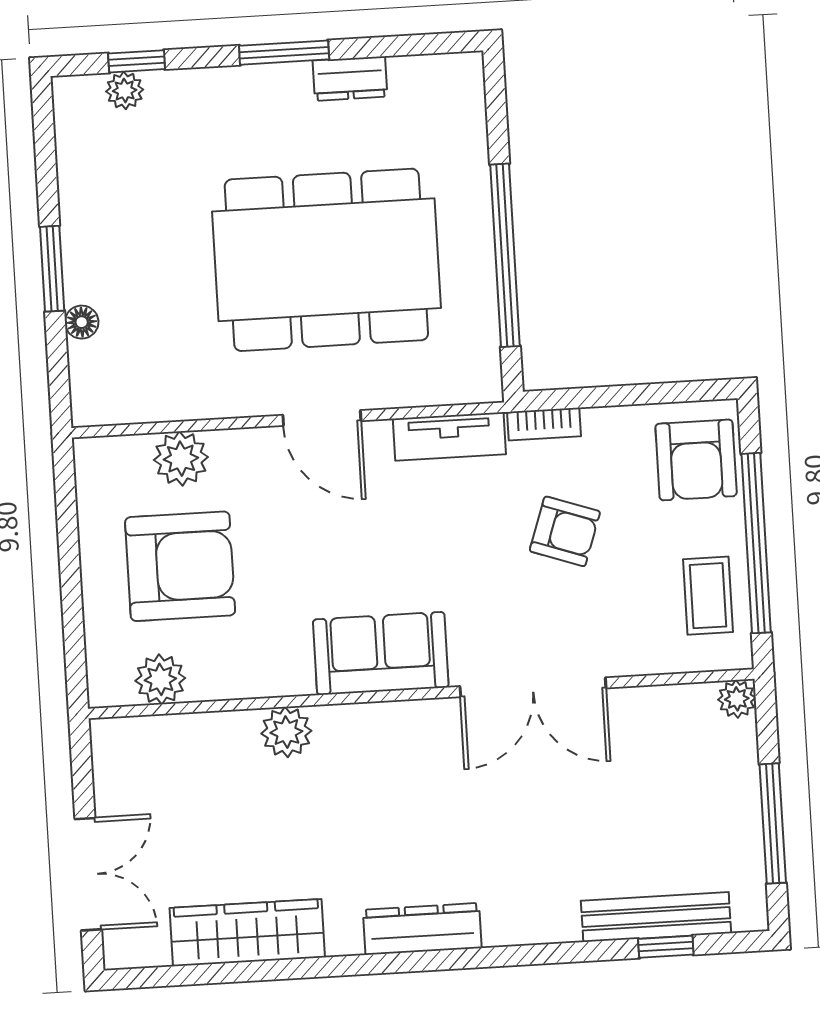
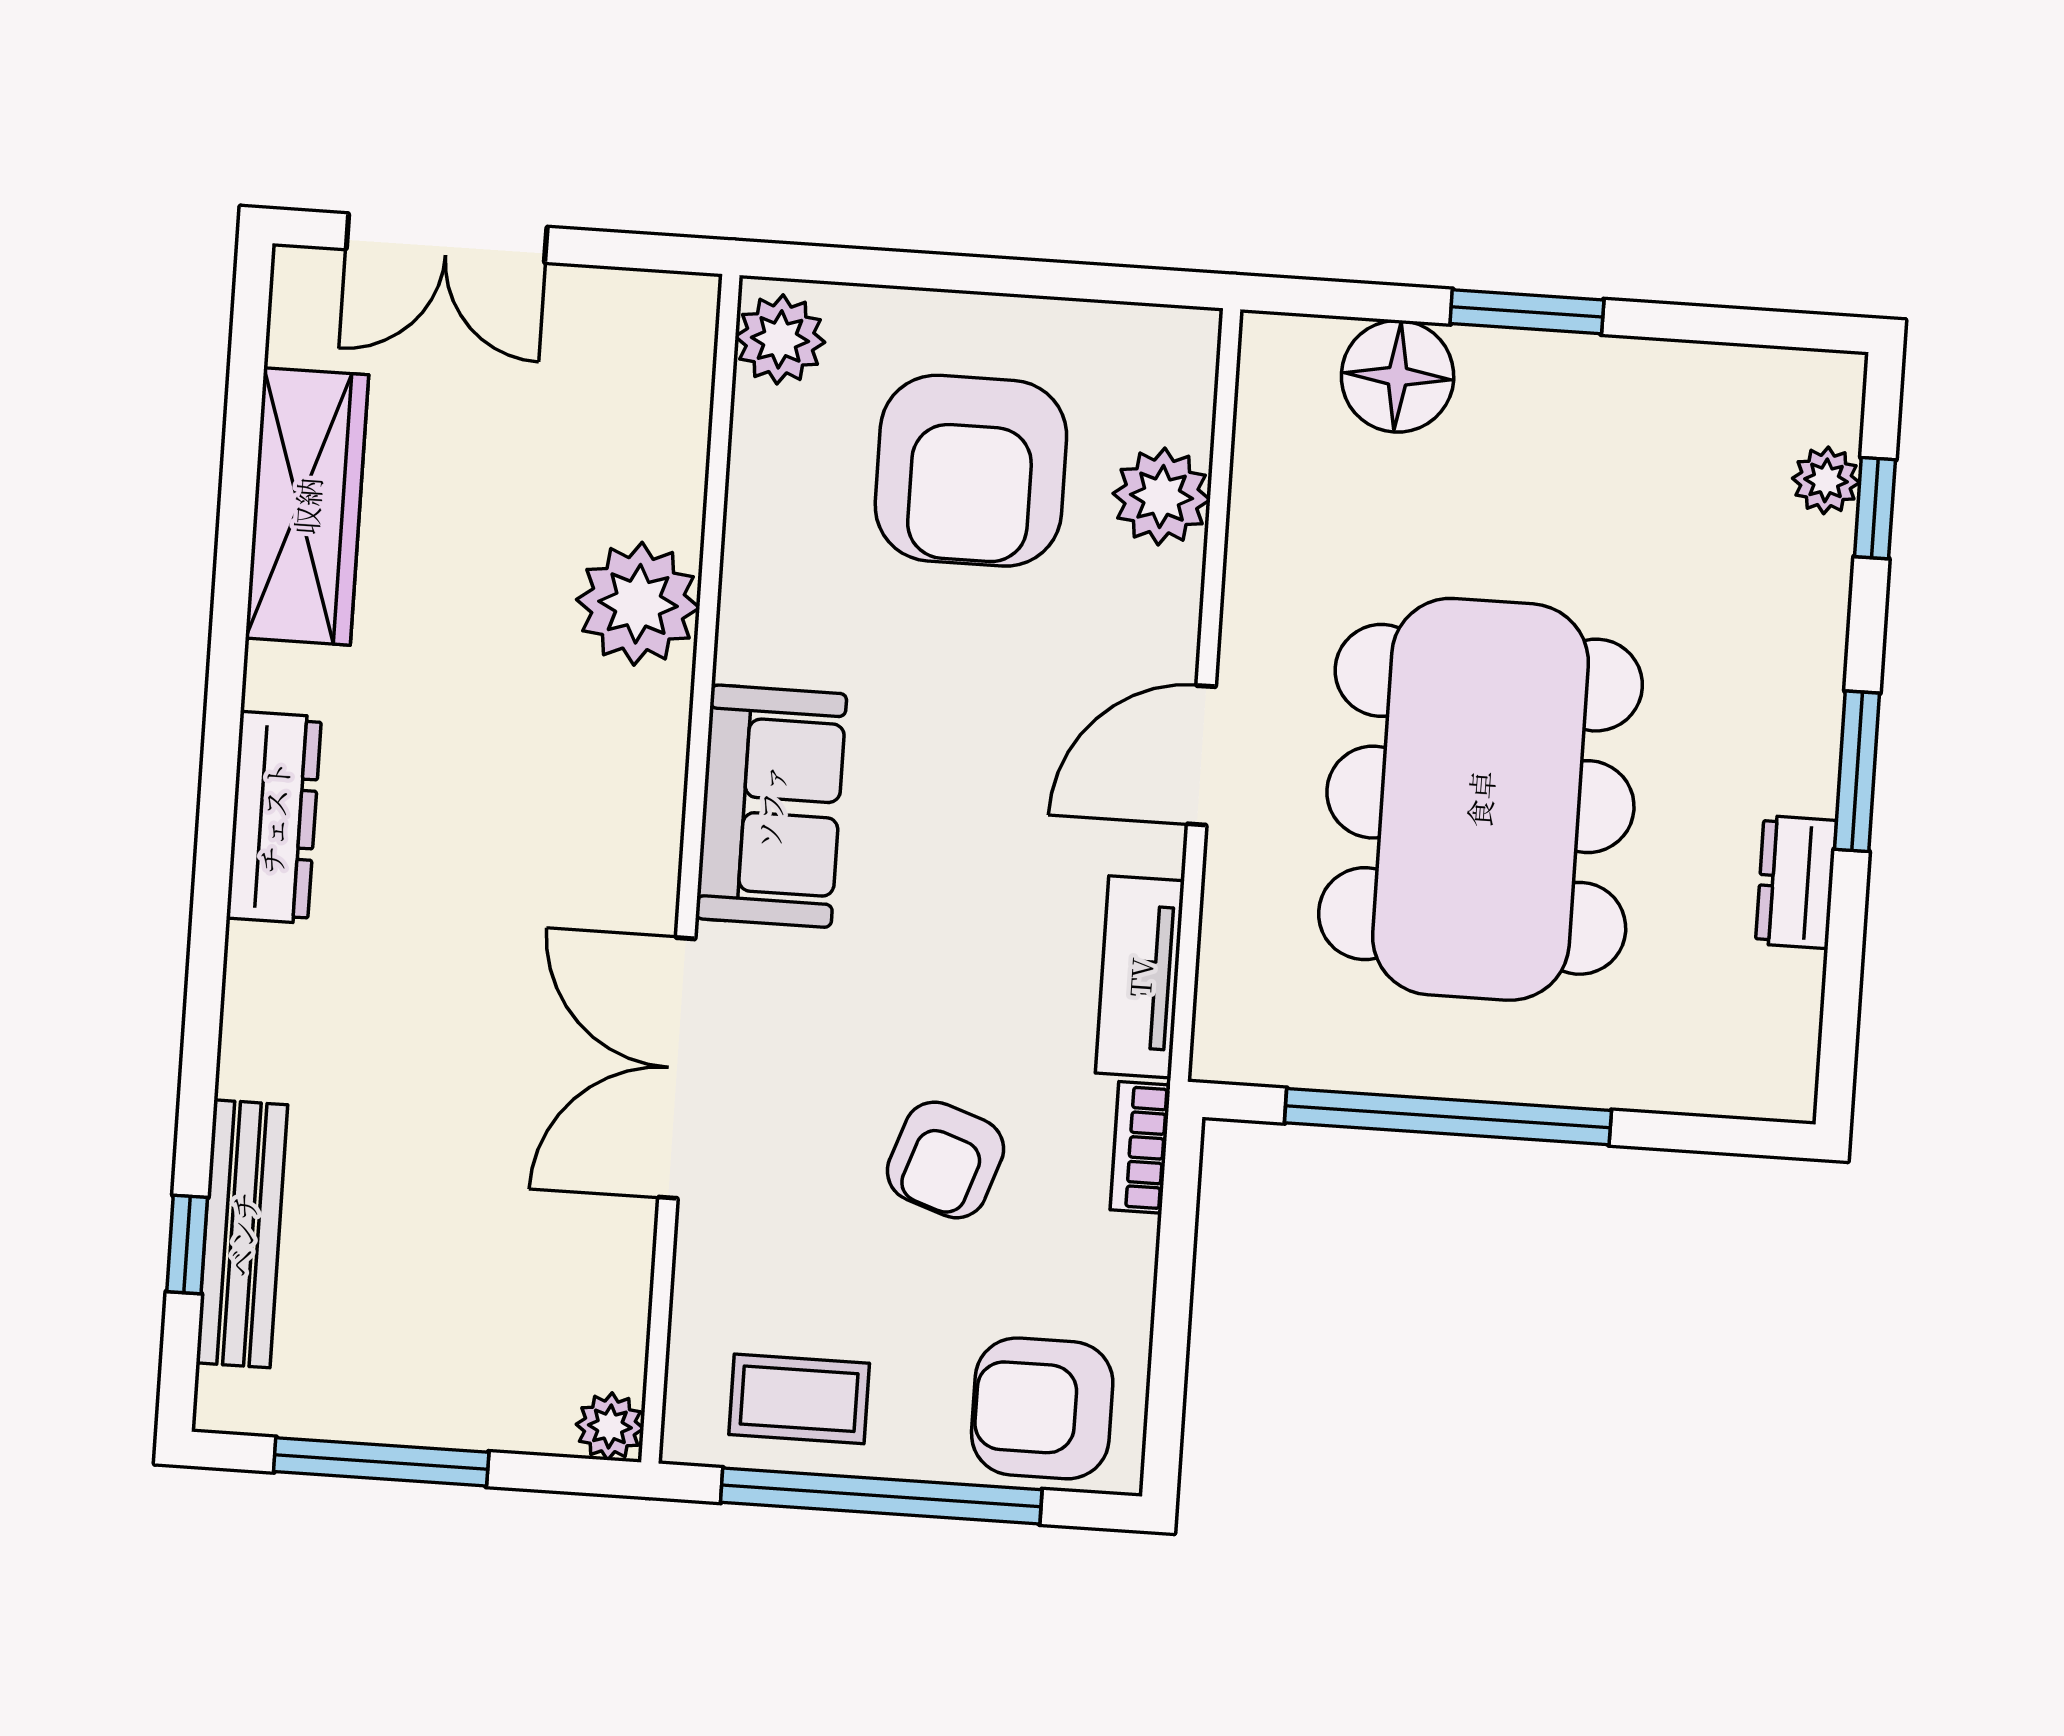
floor lamp: (82, 322) -> (1398, 376), width x1.89, depth x1.89
plant: (160, 679) -> (780, 339), moved
plant: (286, 732) -> (638, 604), width x1.36, depth x1.36

